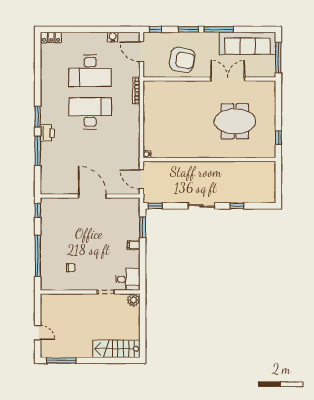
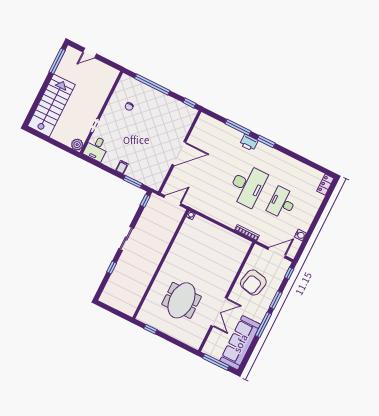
desk: (90, 71) -> (282, 203), width x0.73, depth x0.77
stairs: (116, 349) -> (51, 105), width x1.36, depth x1.51

